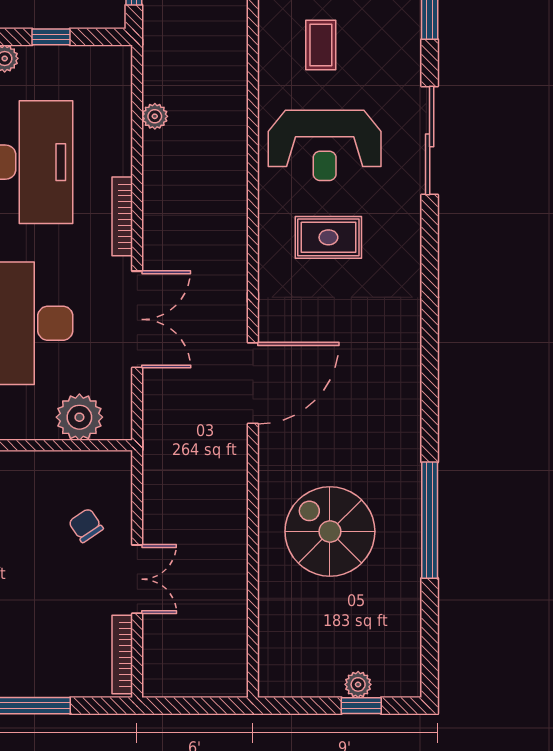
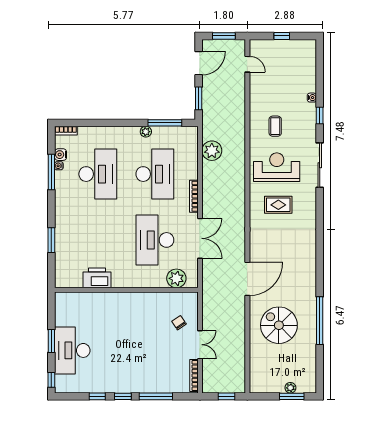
window: (51, 37) -> (165, 123), width x2.17
plant: (155, 116) -> (212, 151), width x1.88, depth x1.88
reception desk: (325, 145) -> (277, 167), turned 180
door: (253, 383) -> (247, 279), moved
window: (202, 706) -> (227, 396), added
window: (361, 706) -> (292, 396), width x1.50

